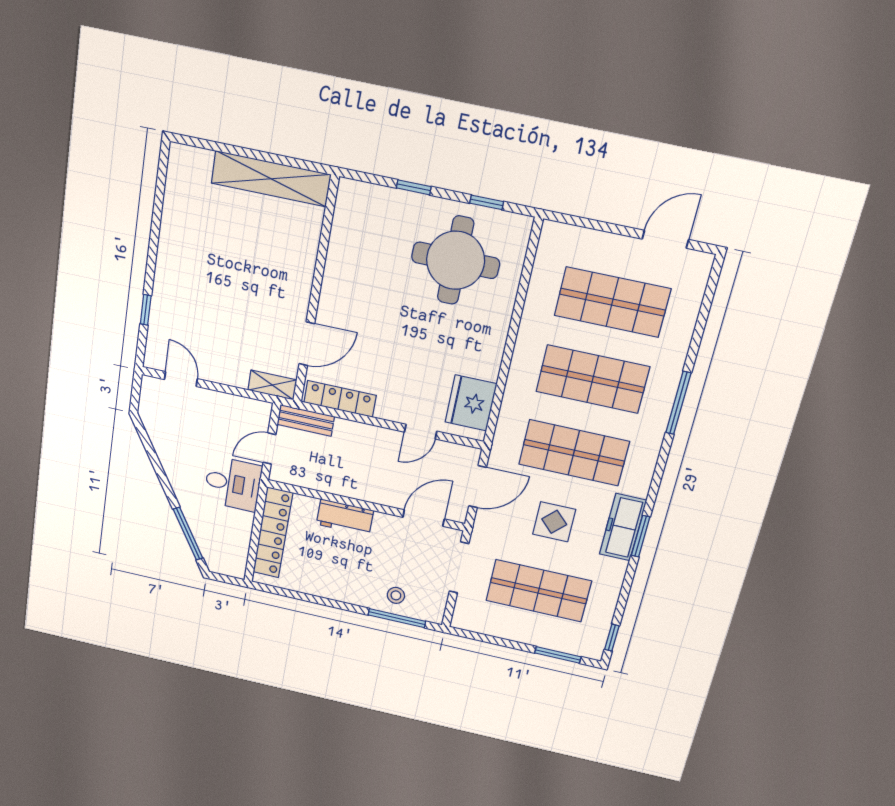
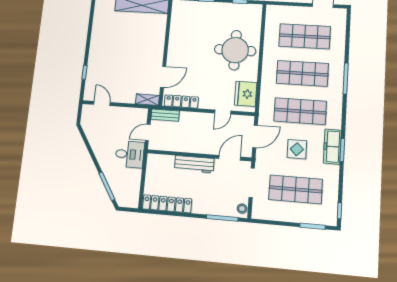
round table: (456, 260) -> (235, 50), moved
workbench: (345, 517) -> (194, 164), width x1.38
locker: (273, 533) -> (167, 204), moved, turned -90
stool: (396, 595) -> (242, 209), moved

